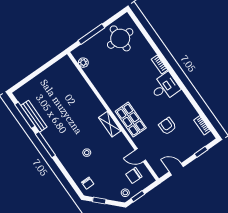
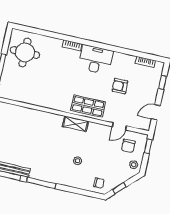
plant: (83, 63) -> (14, 96), removed
desk: (165, 87) -> (96, 60), width x1.37
window: (138, 196) -> (148, 146), moved

